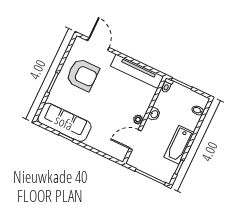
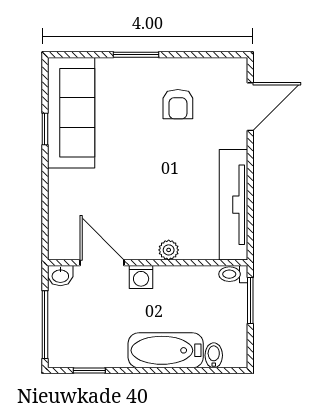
armchair: (83, 75) -> (178, 104), width x0.53, depth x0.53
washbasin: (154, 114) -> (60, 276), moved
plant: (138, 120) -> (169, 250), moved
washing machine: (149, 126) -> (141, 277), added
bathtub: (179, 145) -> (166, 350), moved

